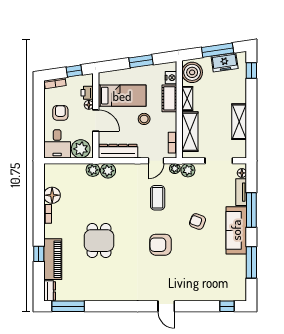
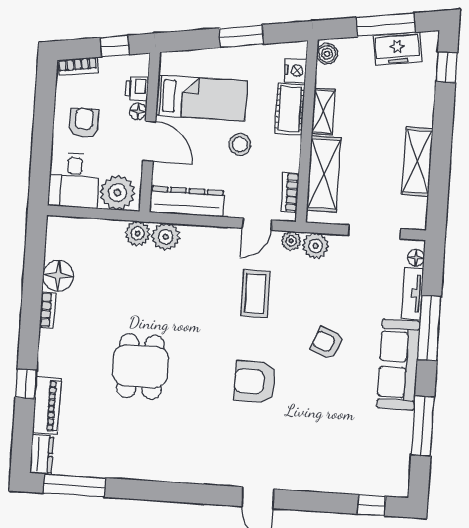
boiler: (192, 72) -> (327, 54), width x0.54, depth x0.54
piano: (53, 259) -> (47, 406), width x0.73, depth x0.75

